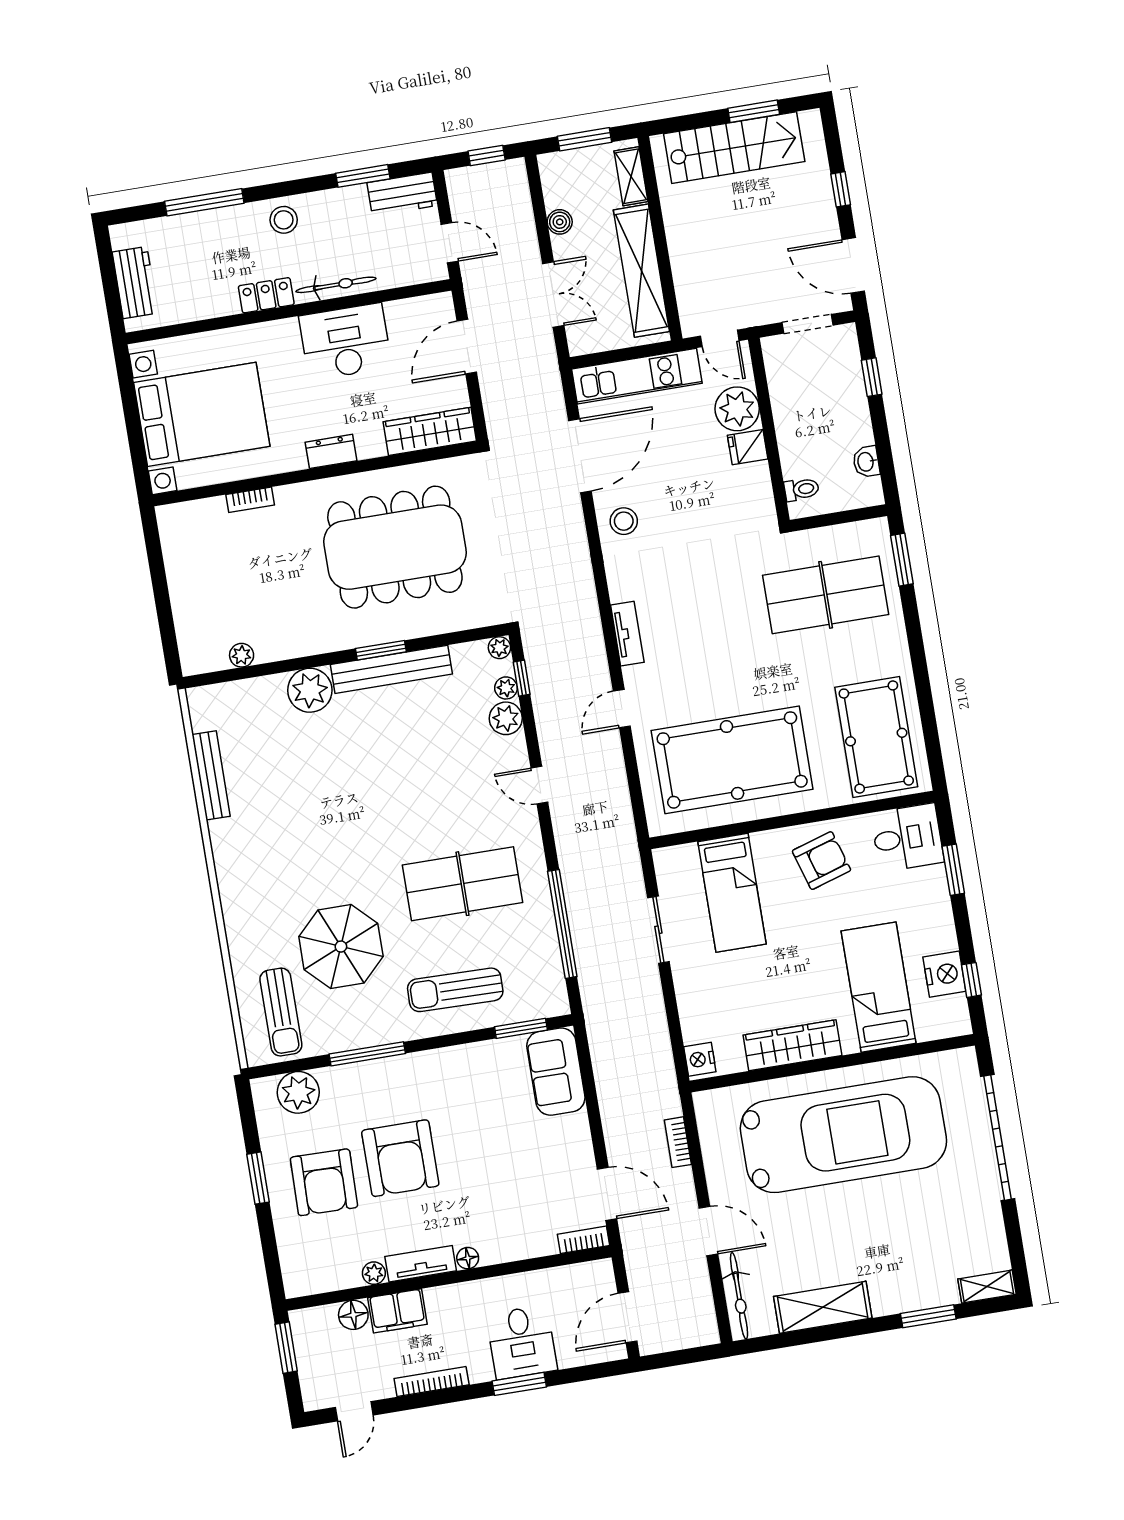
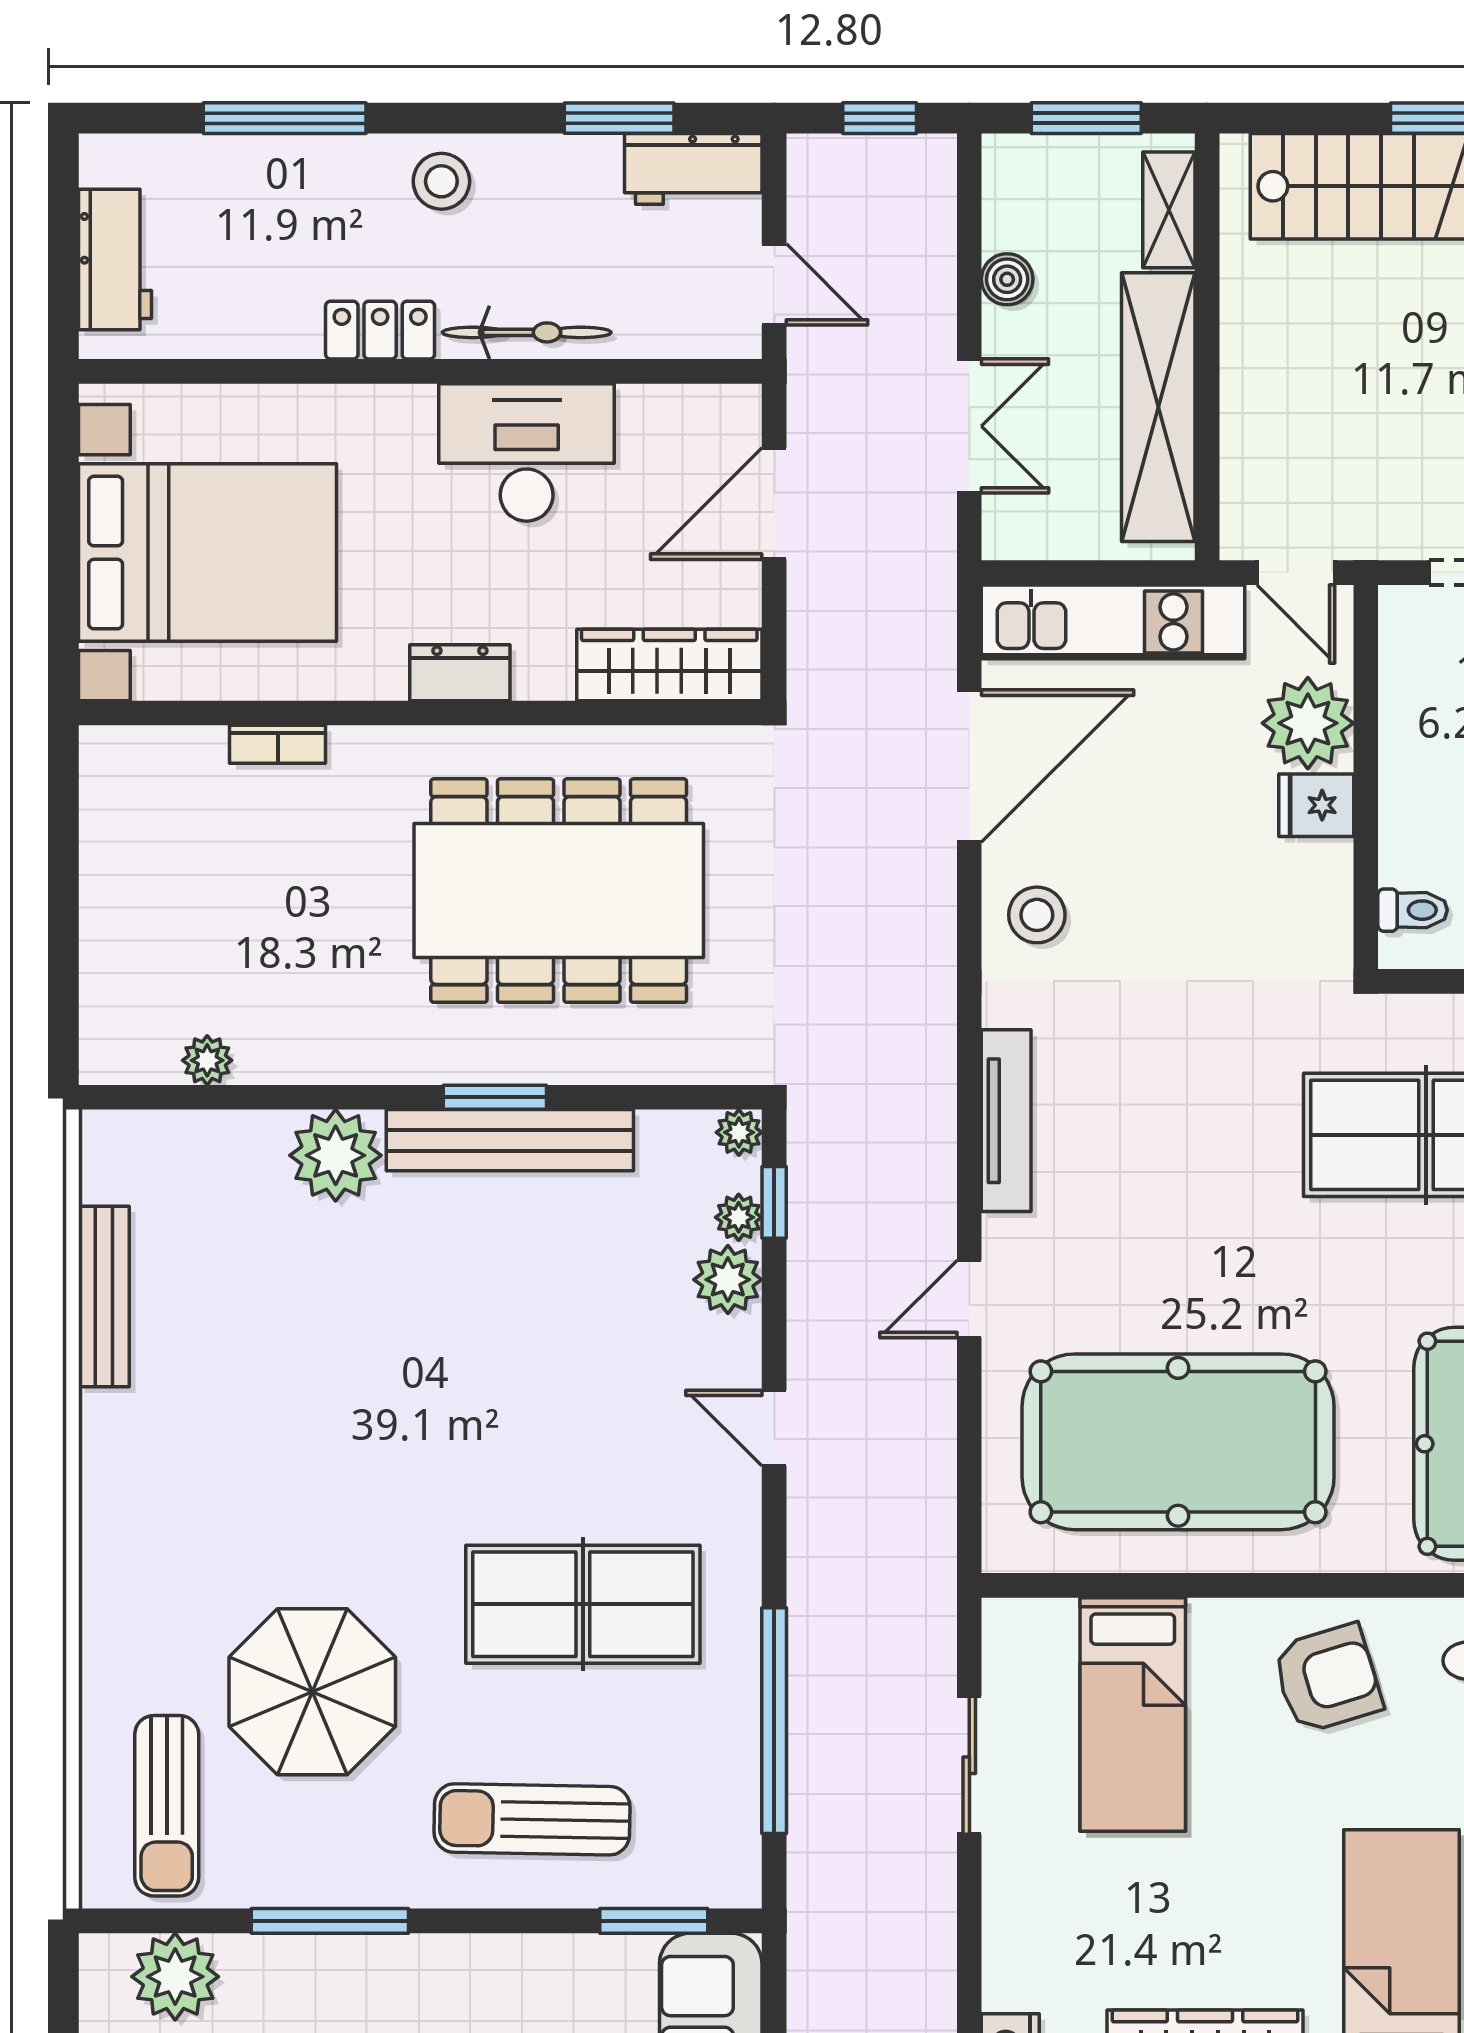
tv unit: (627, 634) -> (1006, 1121), width x1.41

